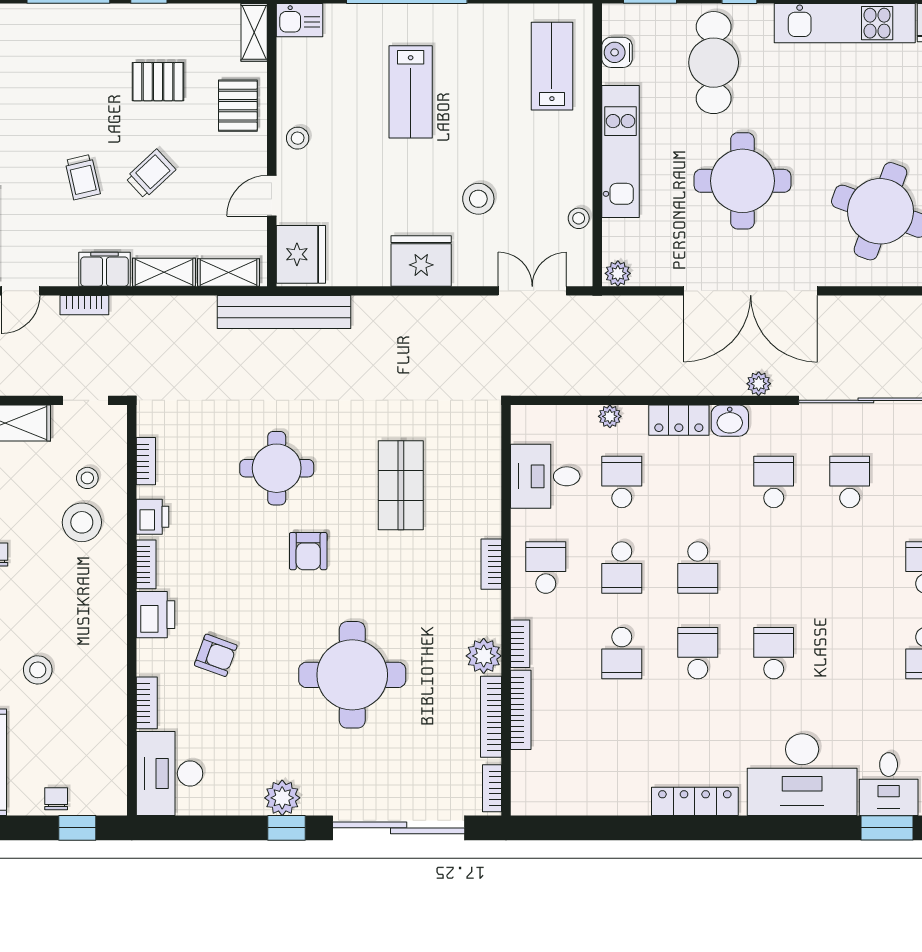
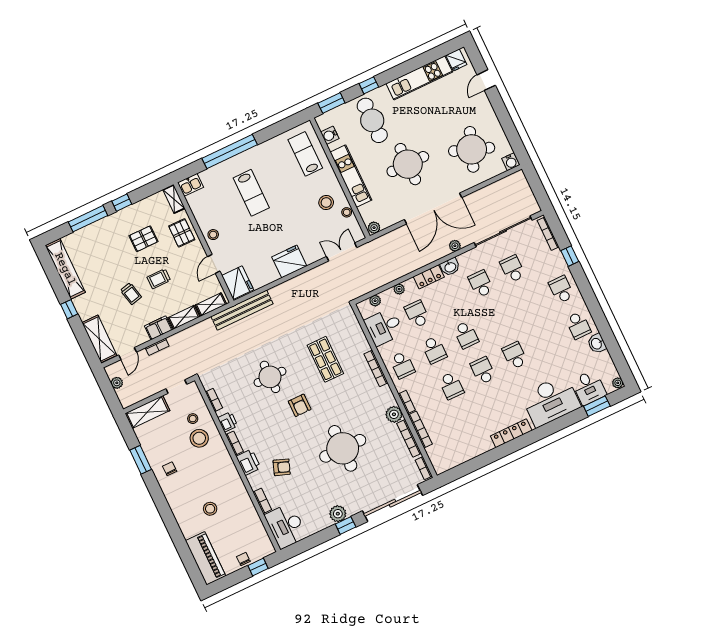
trolley: (151, 174) -> (159, 279), turned -137
stool: (478, 199) -> (326, 202), moved
plant: (552, 417) -> (375, 301), added
bookcase: (491, 564) -> (376, 368), width x1.56
school desk: (546, 568) -> (402, 365), turned 180

